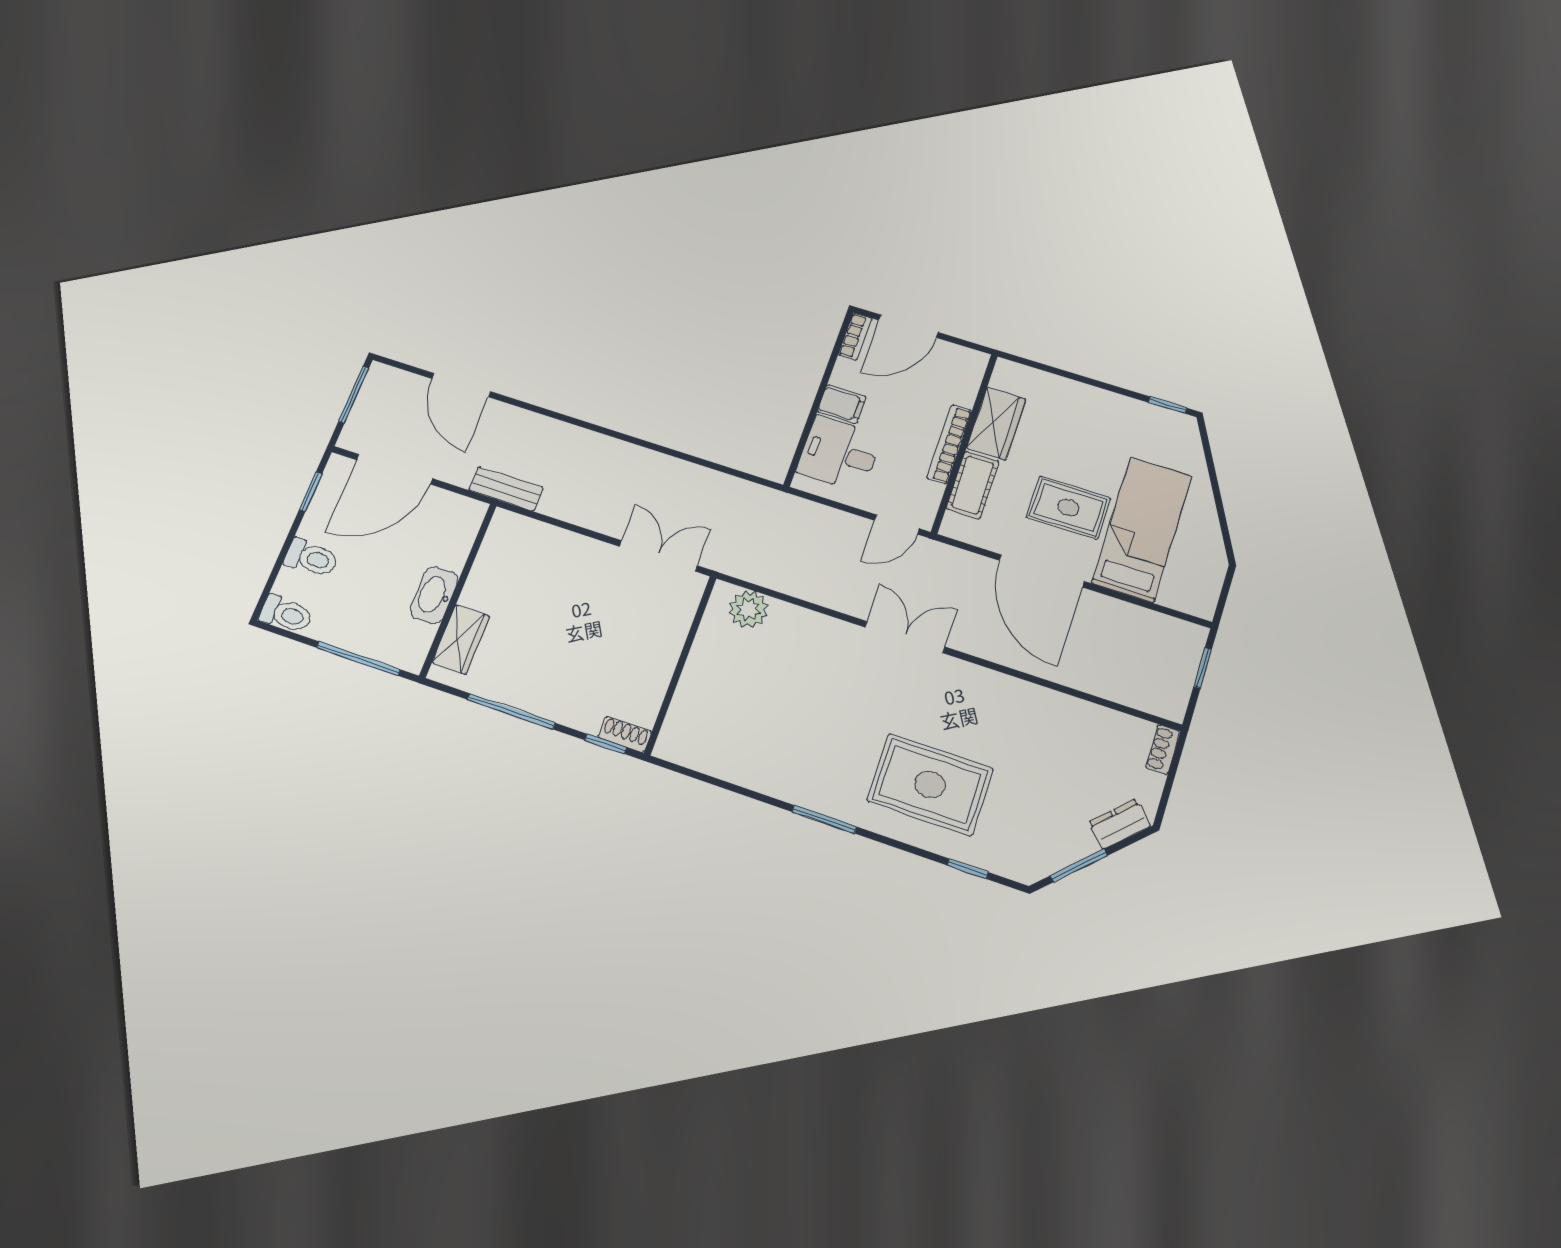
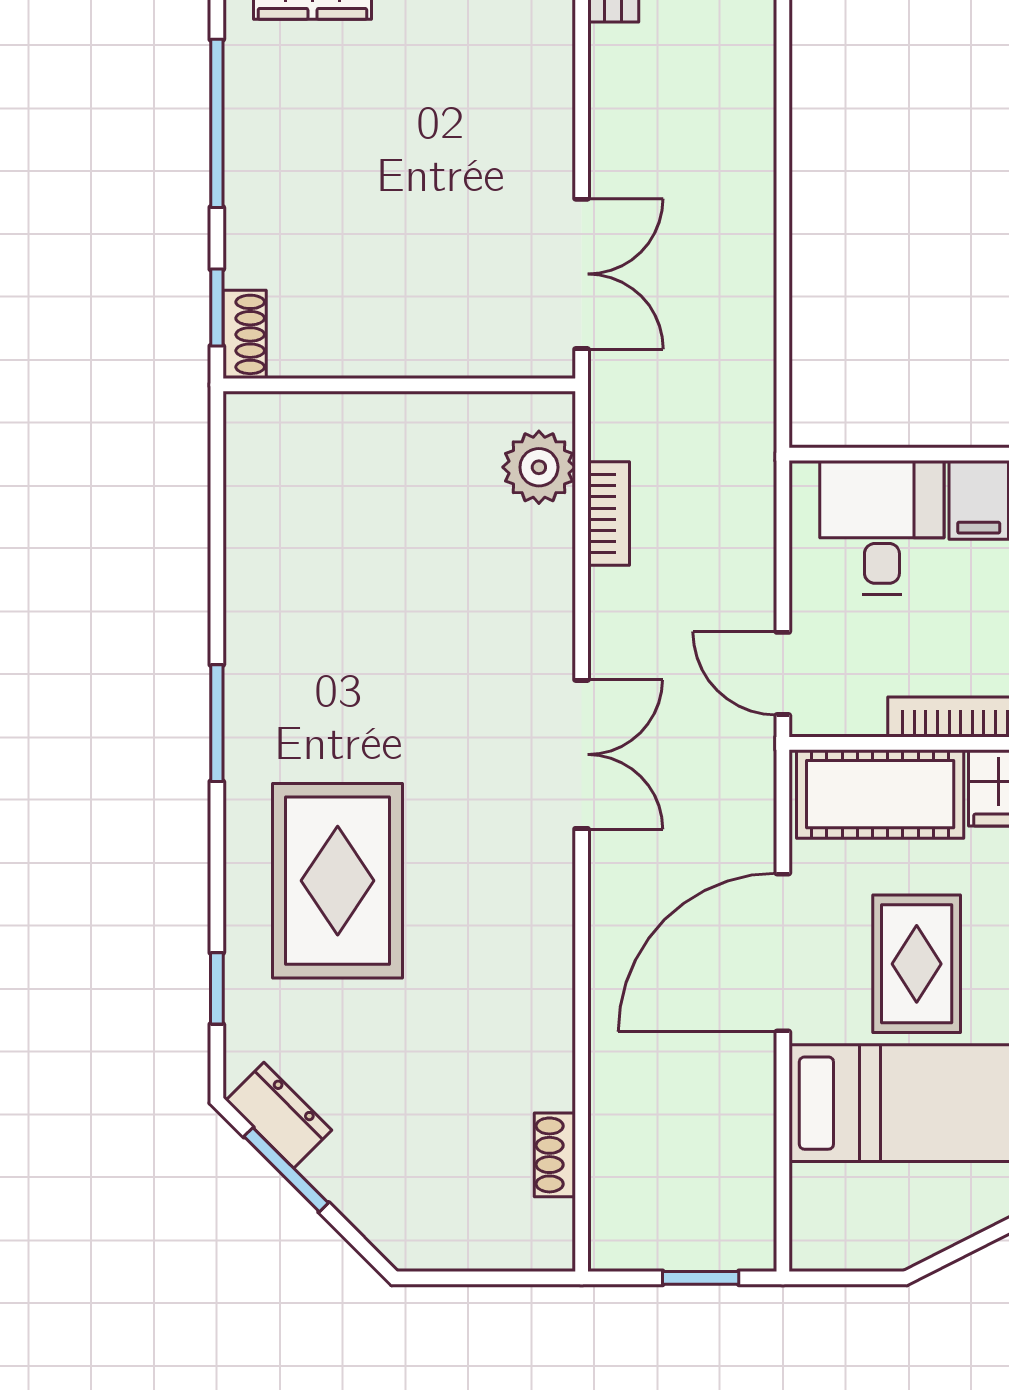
cot: (973, 485) -> (880, 794), width x1.37, depth x1.34
bookcase: (785, 583) -> (609, 514), added
shoe rack: (1163, 749) -> (555, 1155), moved, turned -90
dresser: (1119, 824) -> (279, 1115), moved

